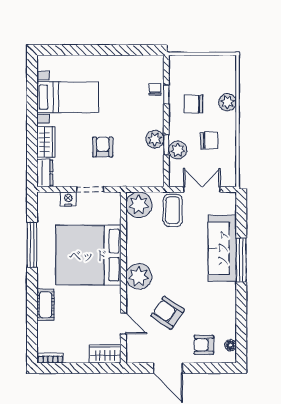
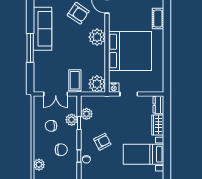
plant: (228, 102) -> (39, 165), moved
plant: (155, 139) -> (86, 114), moved
armchair: (103, 147) -> (102, 142), moved, turned -117
nightstand: (68, 199) -> (114, 88), moved
window: (32, 245) -> (167, 58), removed
sofa: (222, 248) -> (42, 29), moved

